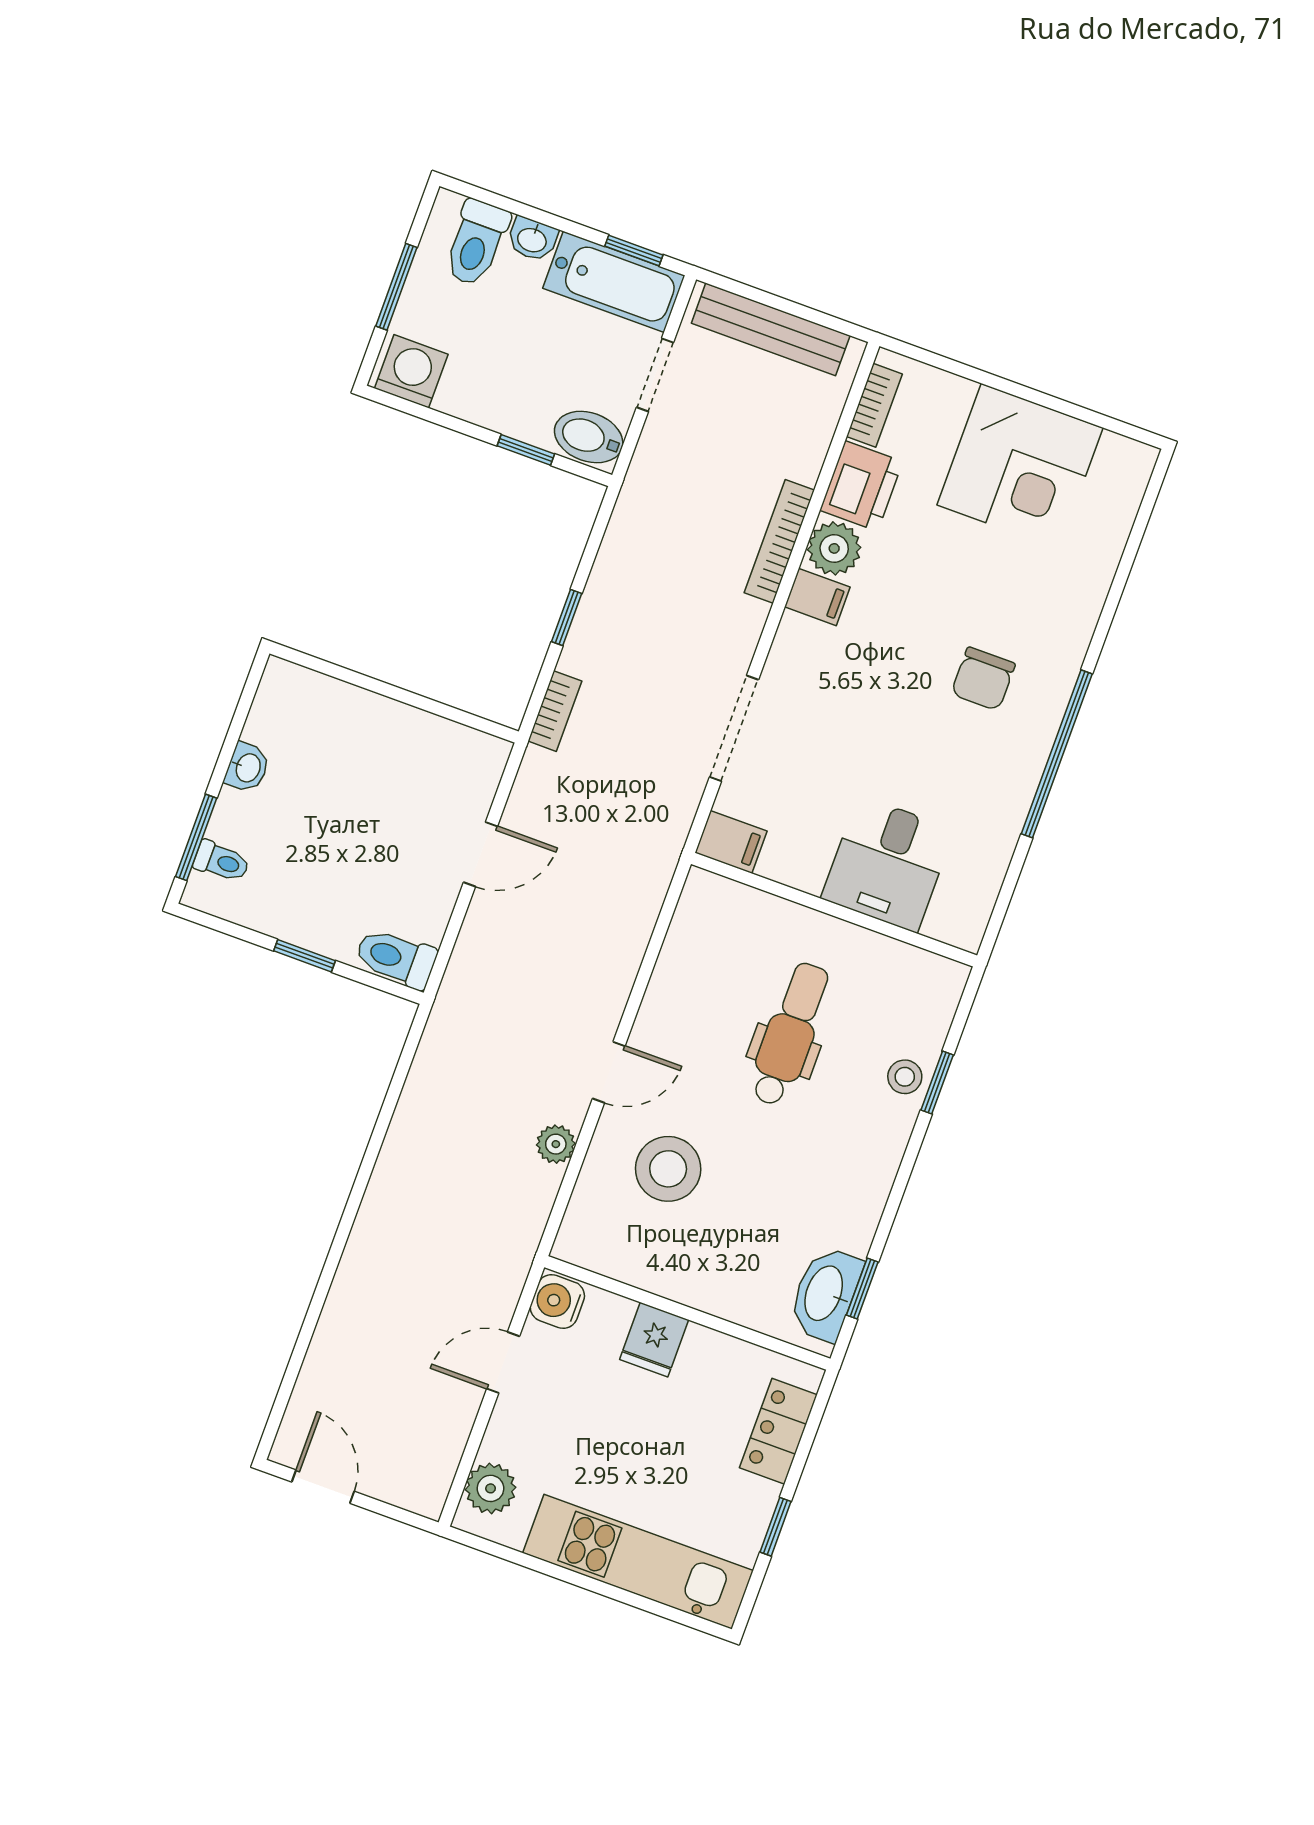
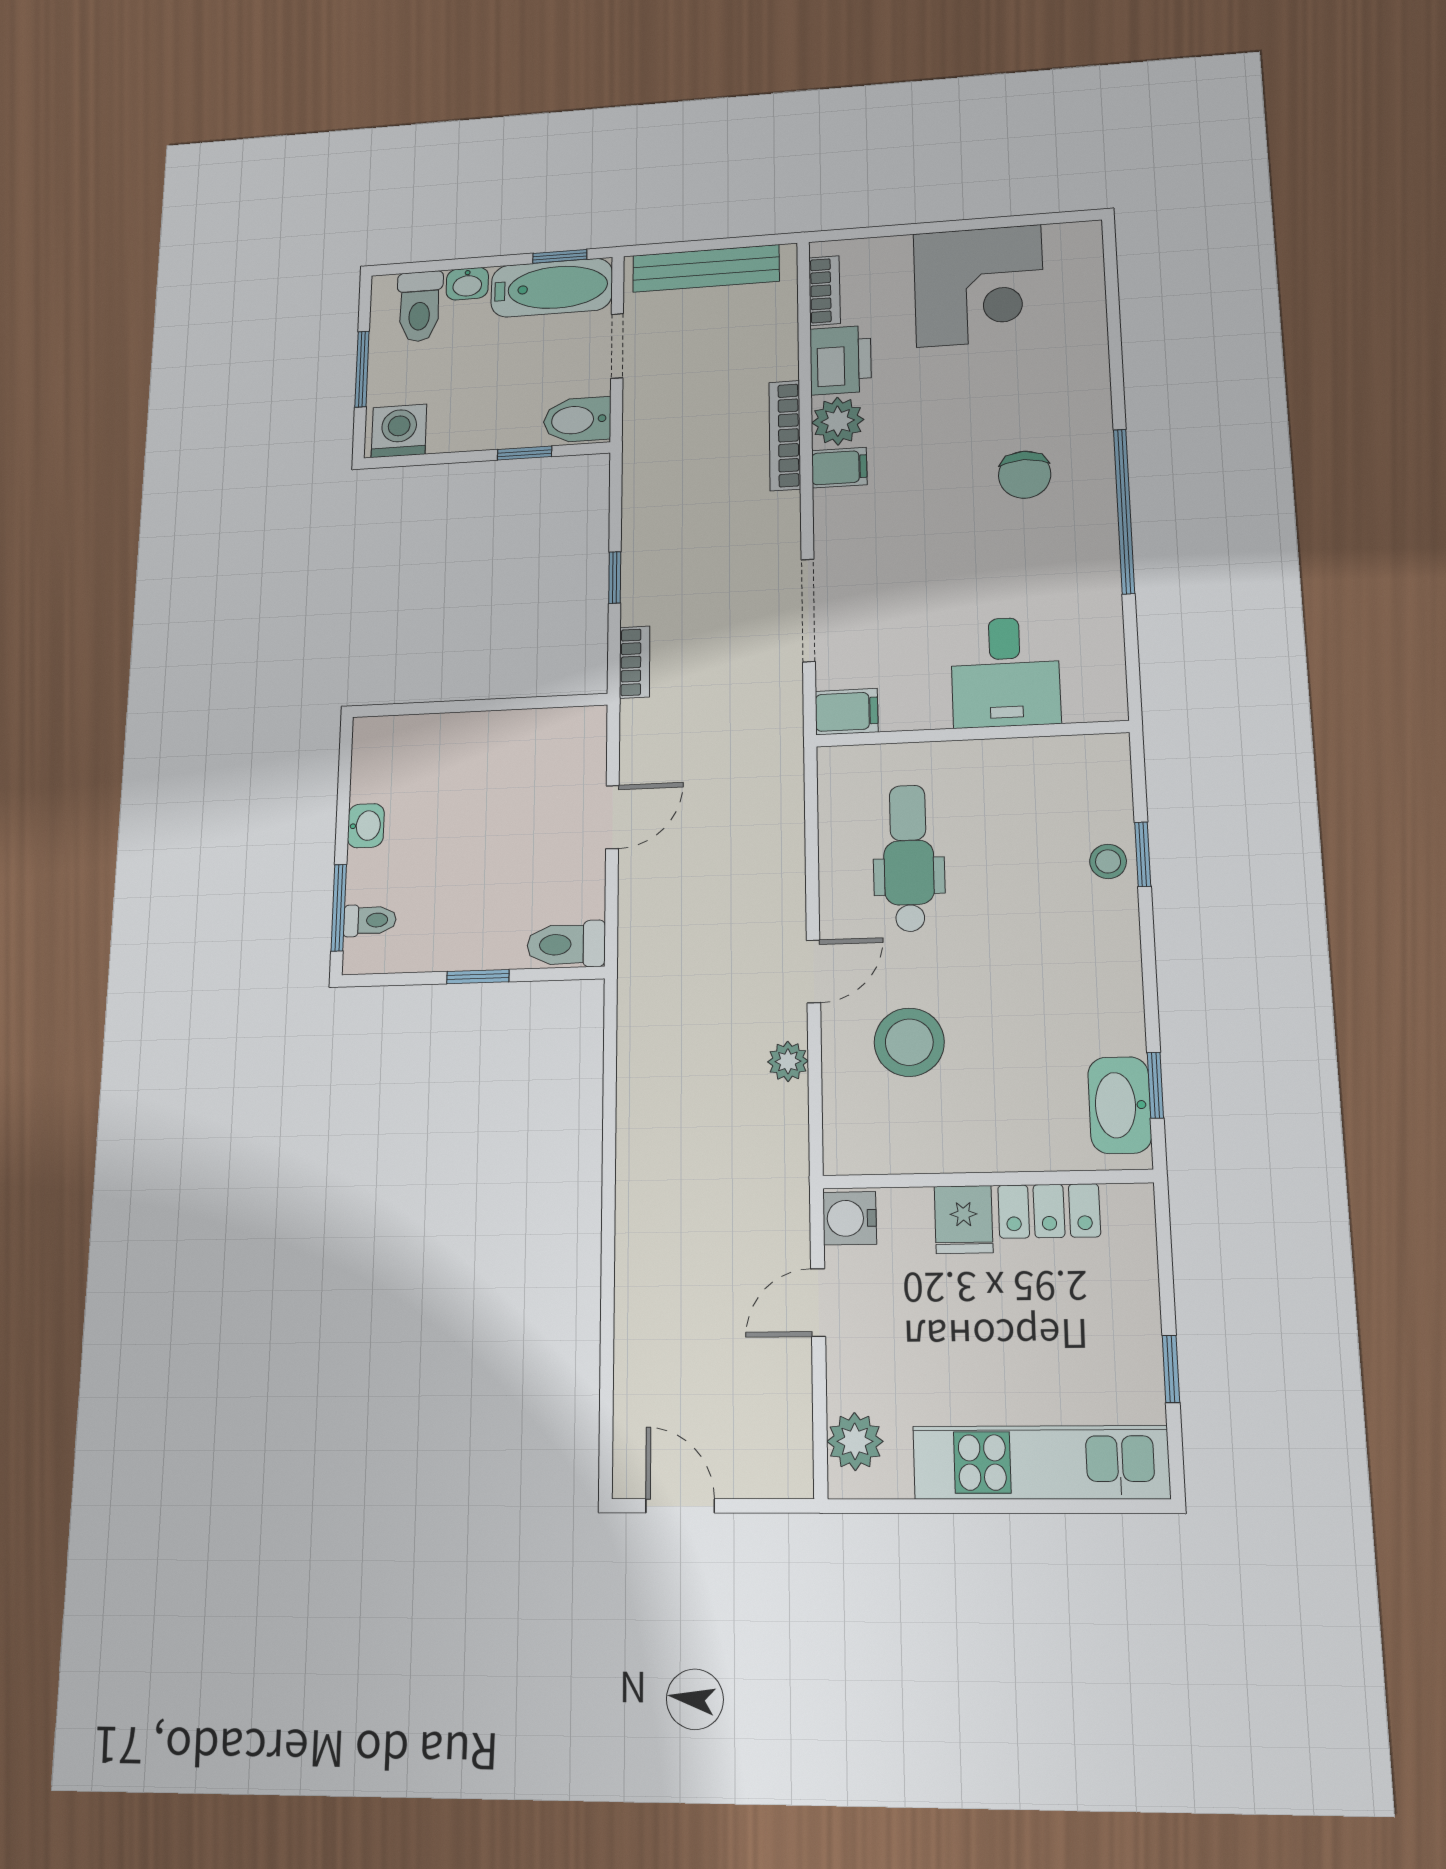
dental chair: (790, 1034) -> (909, 858), moved
locker: (778, 1431) -> (1049, 1211), moved, turned -90

